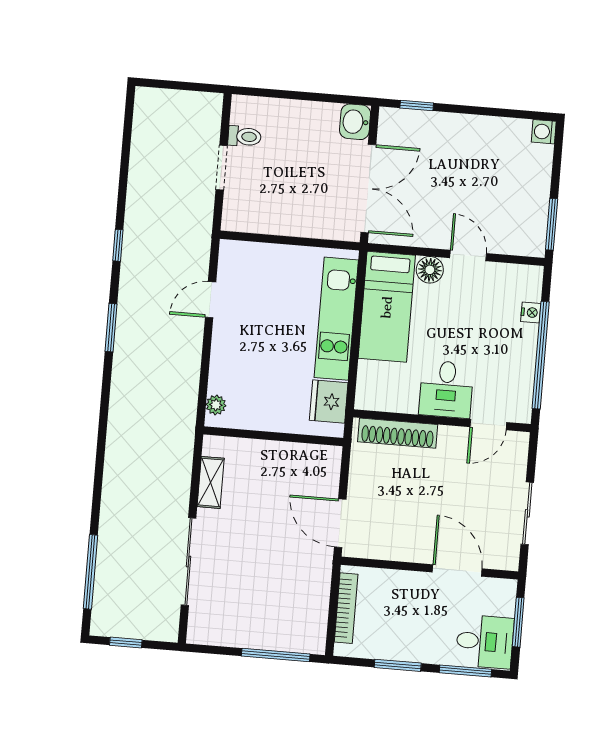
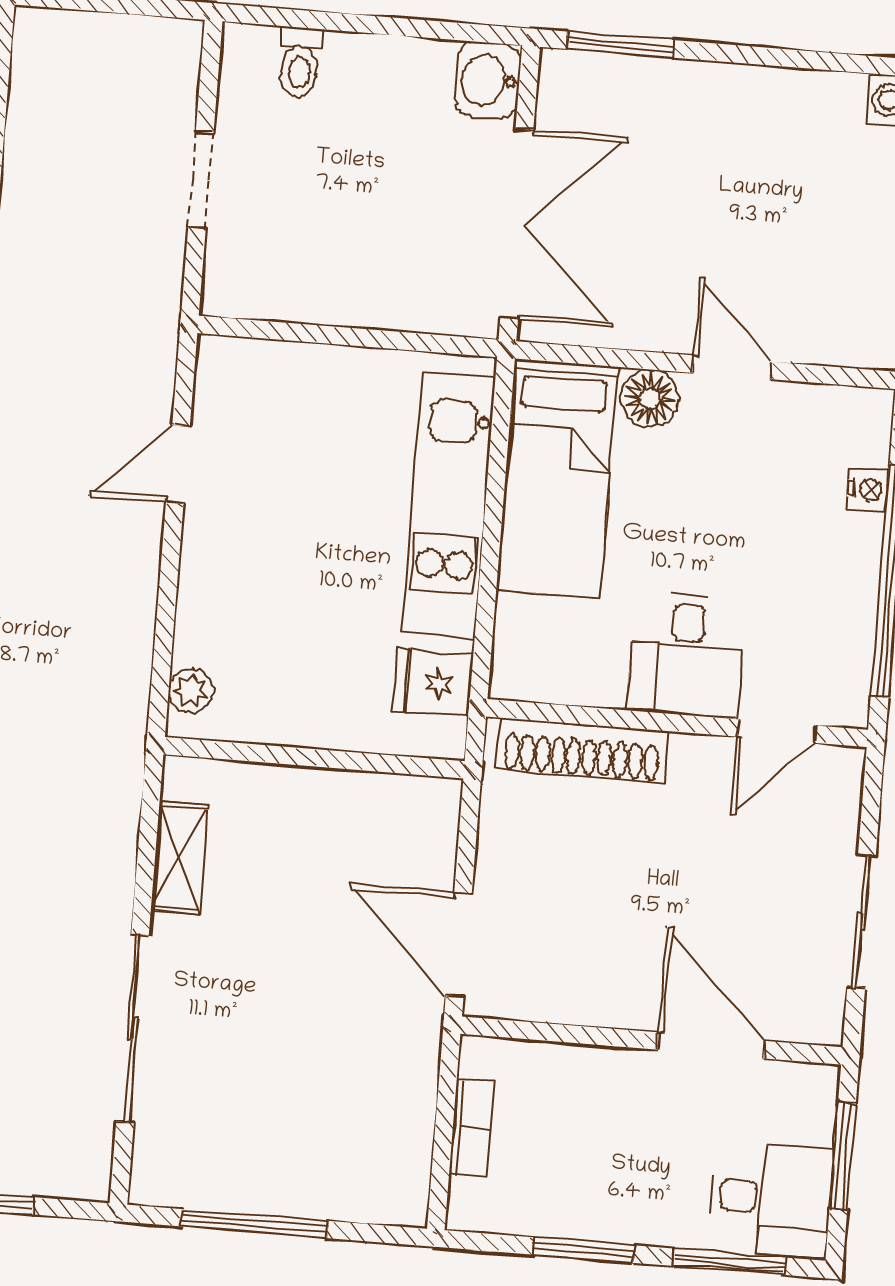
window: (417, 105) -> (620, 45), width x1.50
toilet: (245, 136) -> (300, 63), moved, turned 90
fridge: (329, 401) -> (433, 683), width x0.72
bookcase: (346, 608) -> (472, 1128), width x0.64
window: (276, 655) -> (254, 1224), moved

